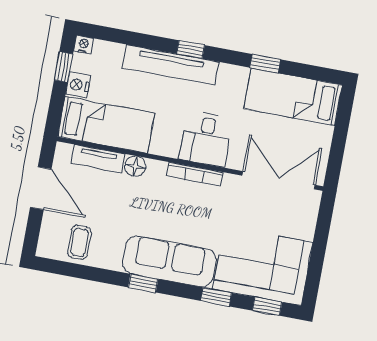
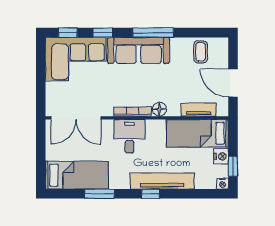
window: (265, 63) -> (99, 194), width x1.50
floor lamp: (135, 166) -> (159, 109), moved
window: (143, 283) -> (153, 33), width x2.17

